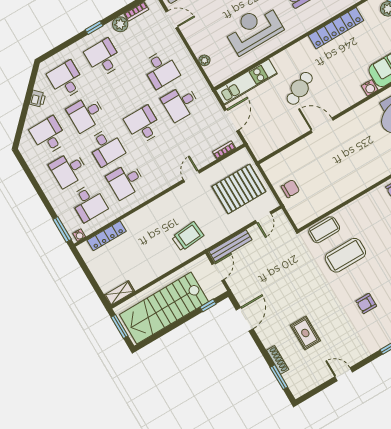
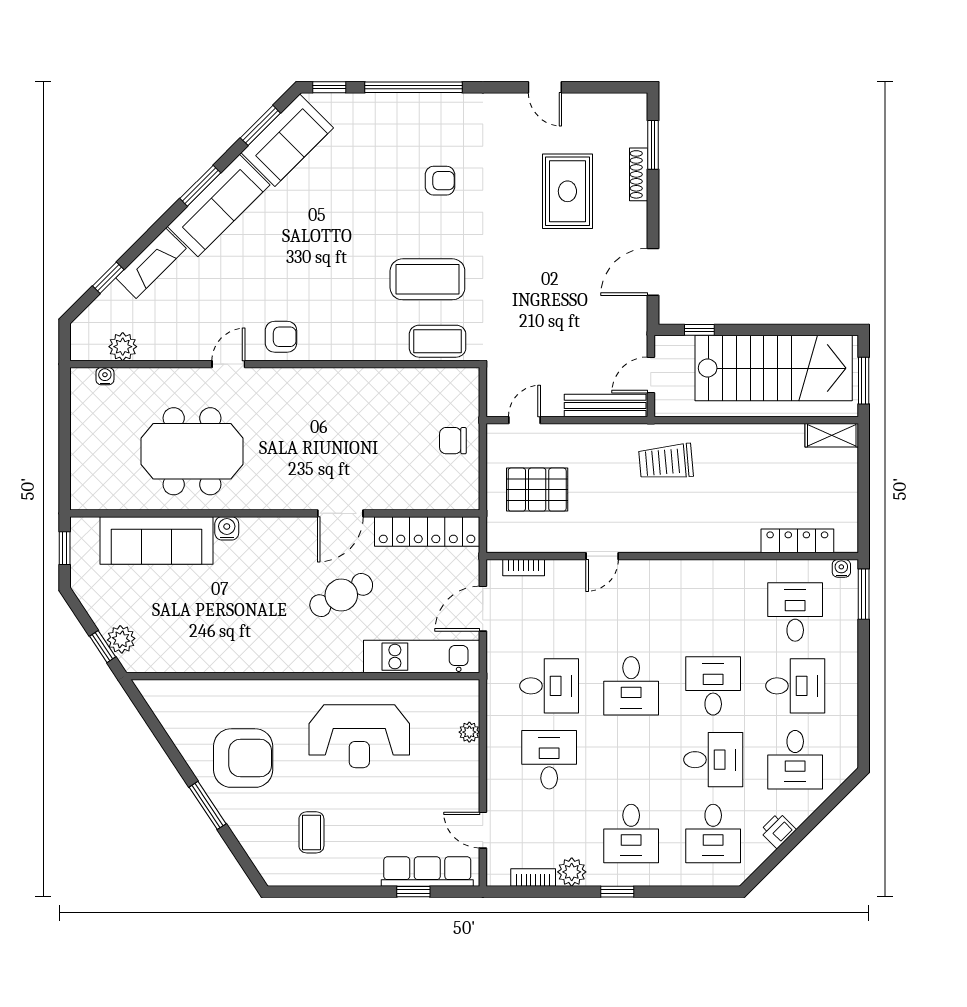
locker: (336, 28) -> (427, 531), moved, turned 180
door: (322, 125) -> (340, 513), hinge flipped
desk: (126, 181) -> (713, 612), removed
pallet: (239, 189) -> (537, 490), width x0.73, depth x0.71
rug: (305, 333) -> (567, 191), width x1.36, depth x1.43

